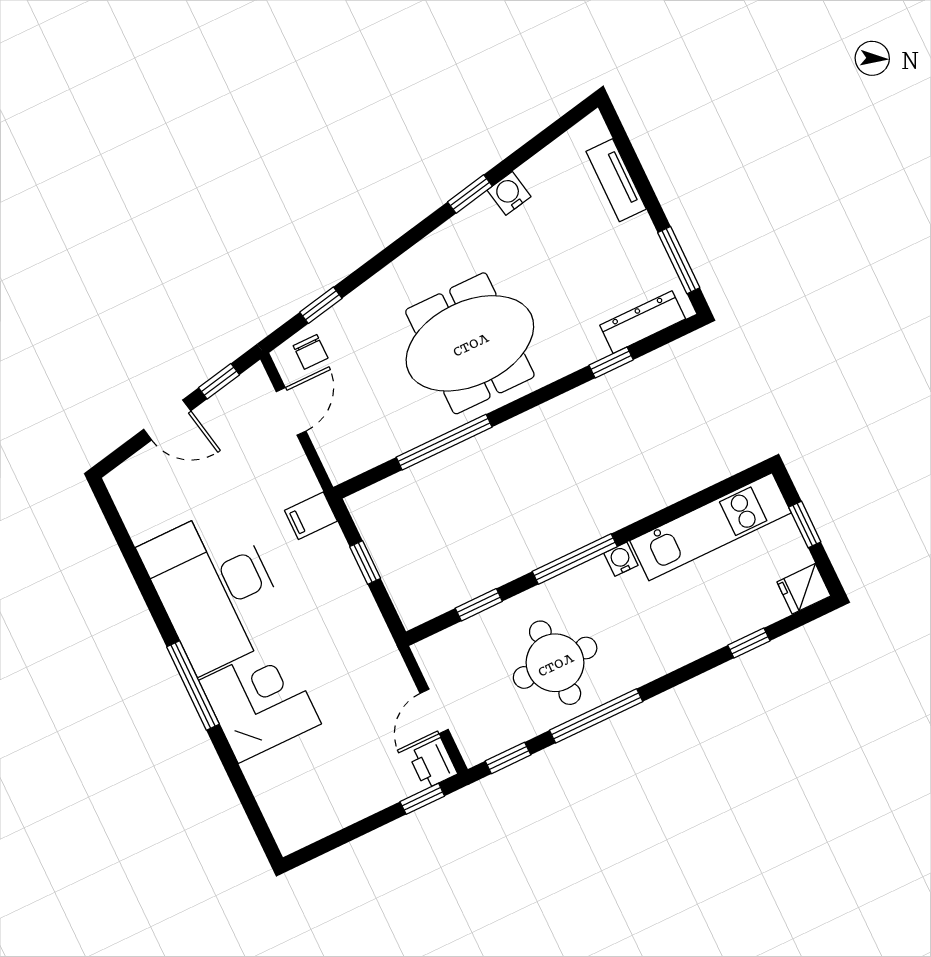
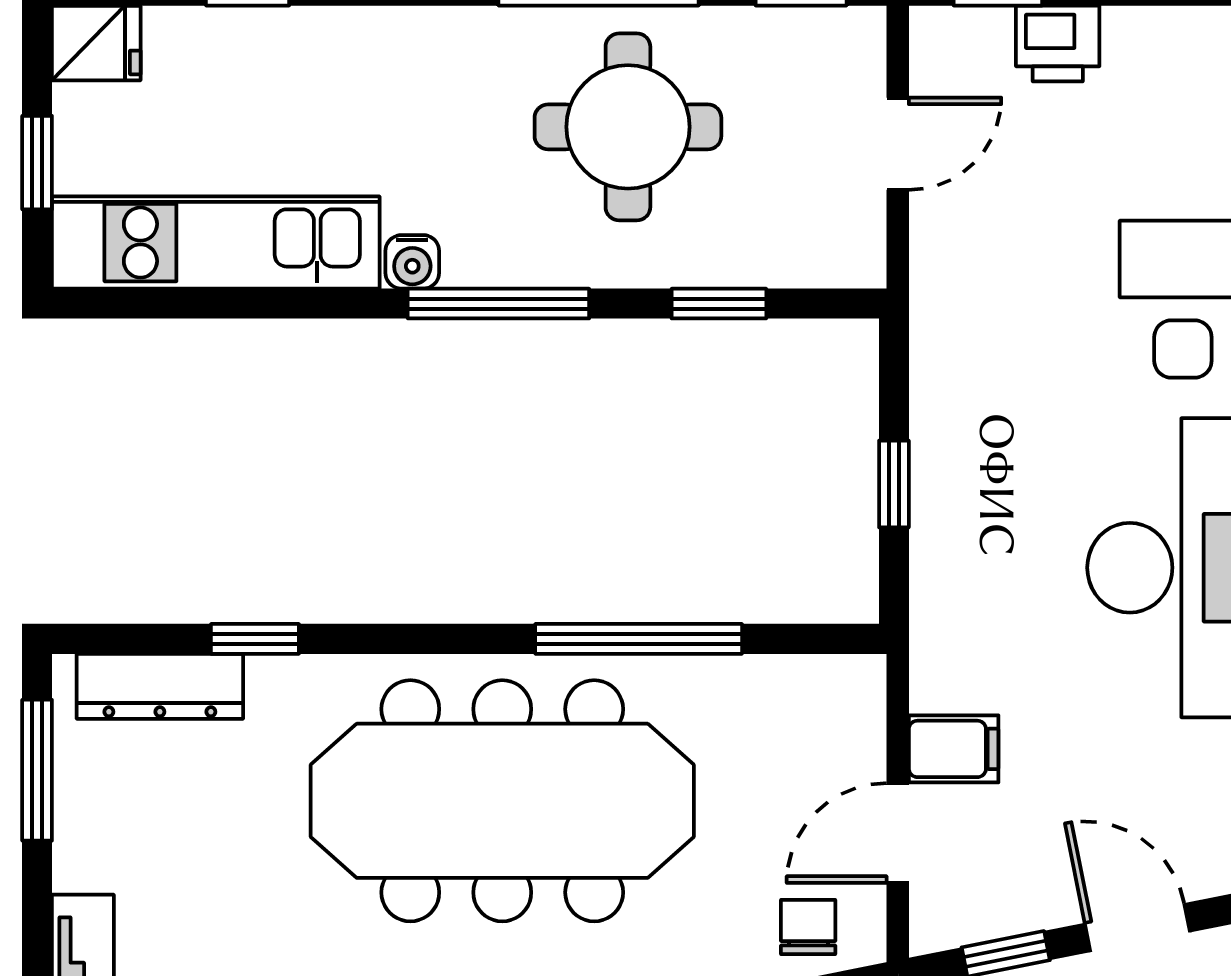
meeting table: (470, 343) -> (502, 801), width x1.36
filing cabinet: (311, 516) -> (954, 749), moved
printer: (433, 764) -> (1058, 43), moved, turned 90

